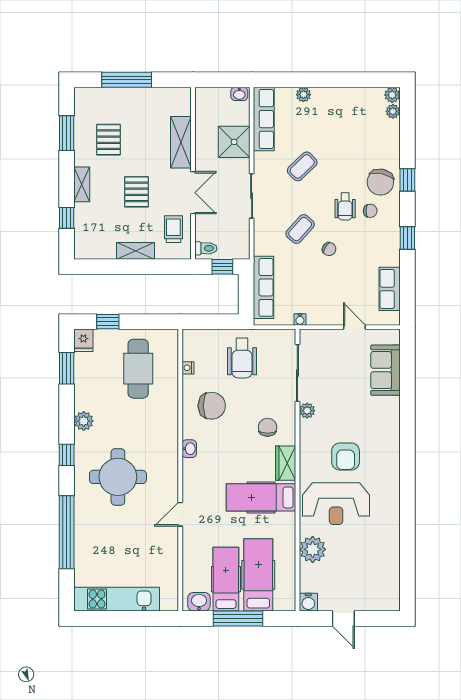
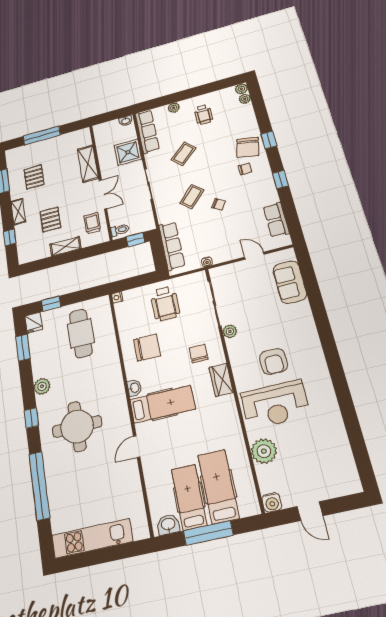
pallet: (137, 192) -> (50, 219), moved
wheelchair: (345, 206) -> (203, 114), moved
nightstand: (188, 368) -> (117, 297), moved
hospital bed: (261, 497) -> (162, 404), moved, turned 180

